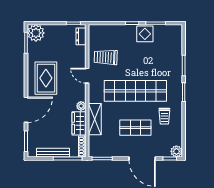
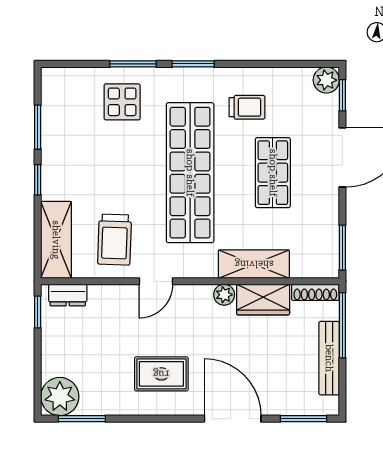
shelving: (106, 31) -> (56, 240), added
display table: (145, 34) -> (122, 102), moved
rug: (46, 78) -> (161, 374), width x0.73, depth x0.70

